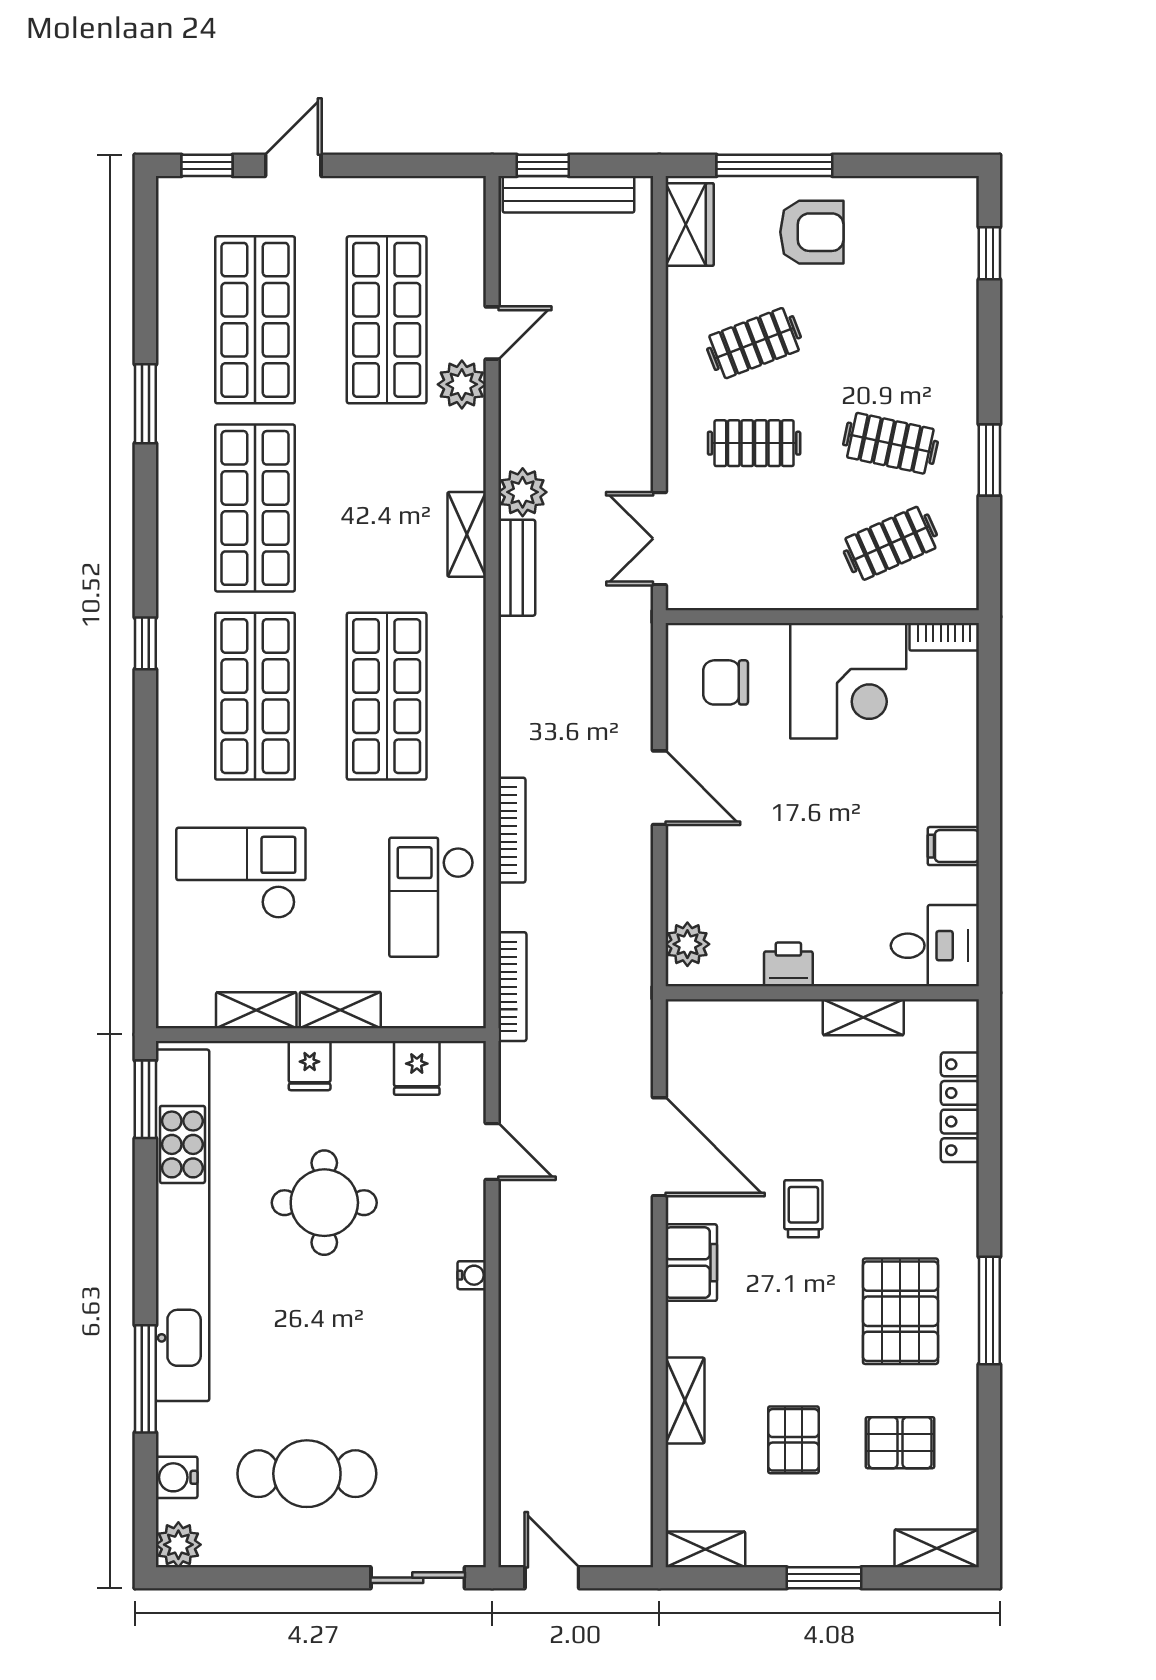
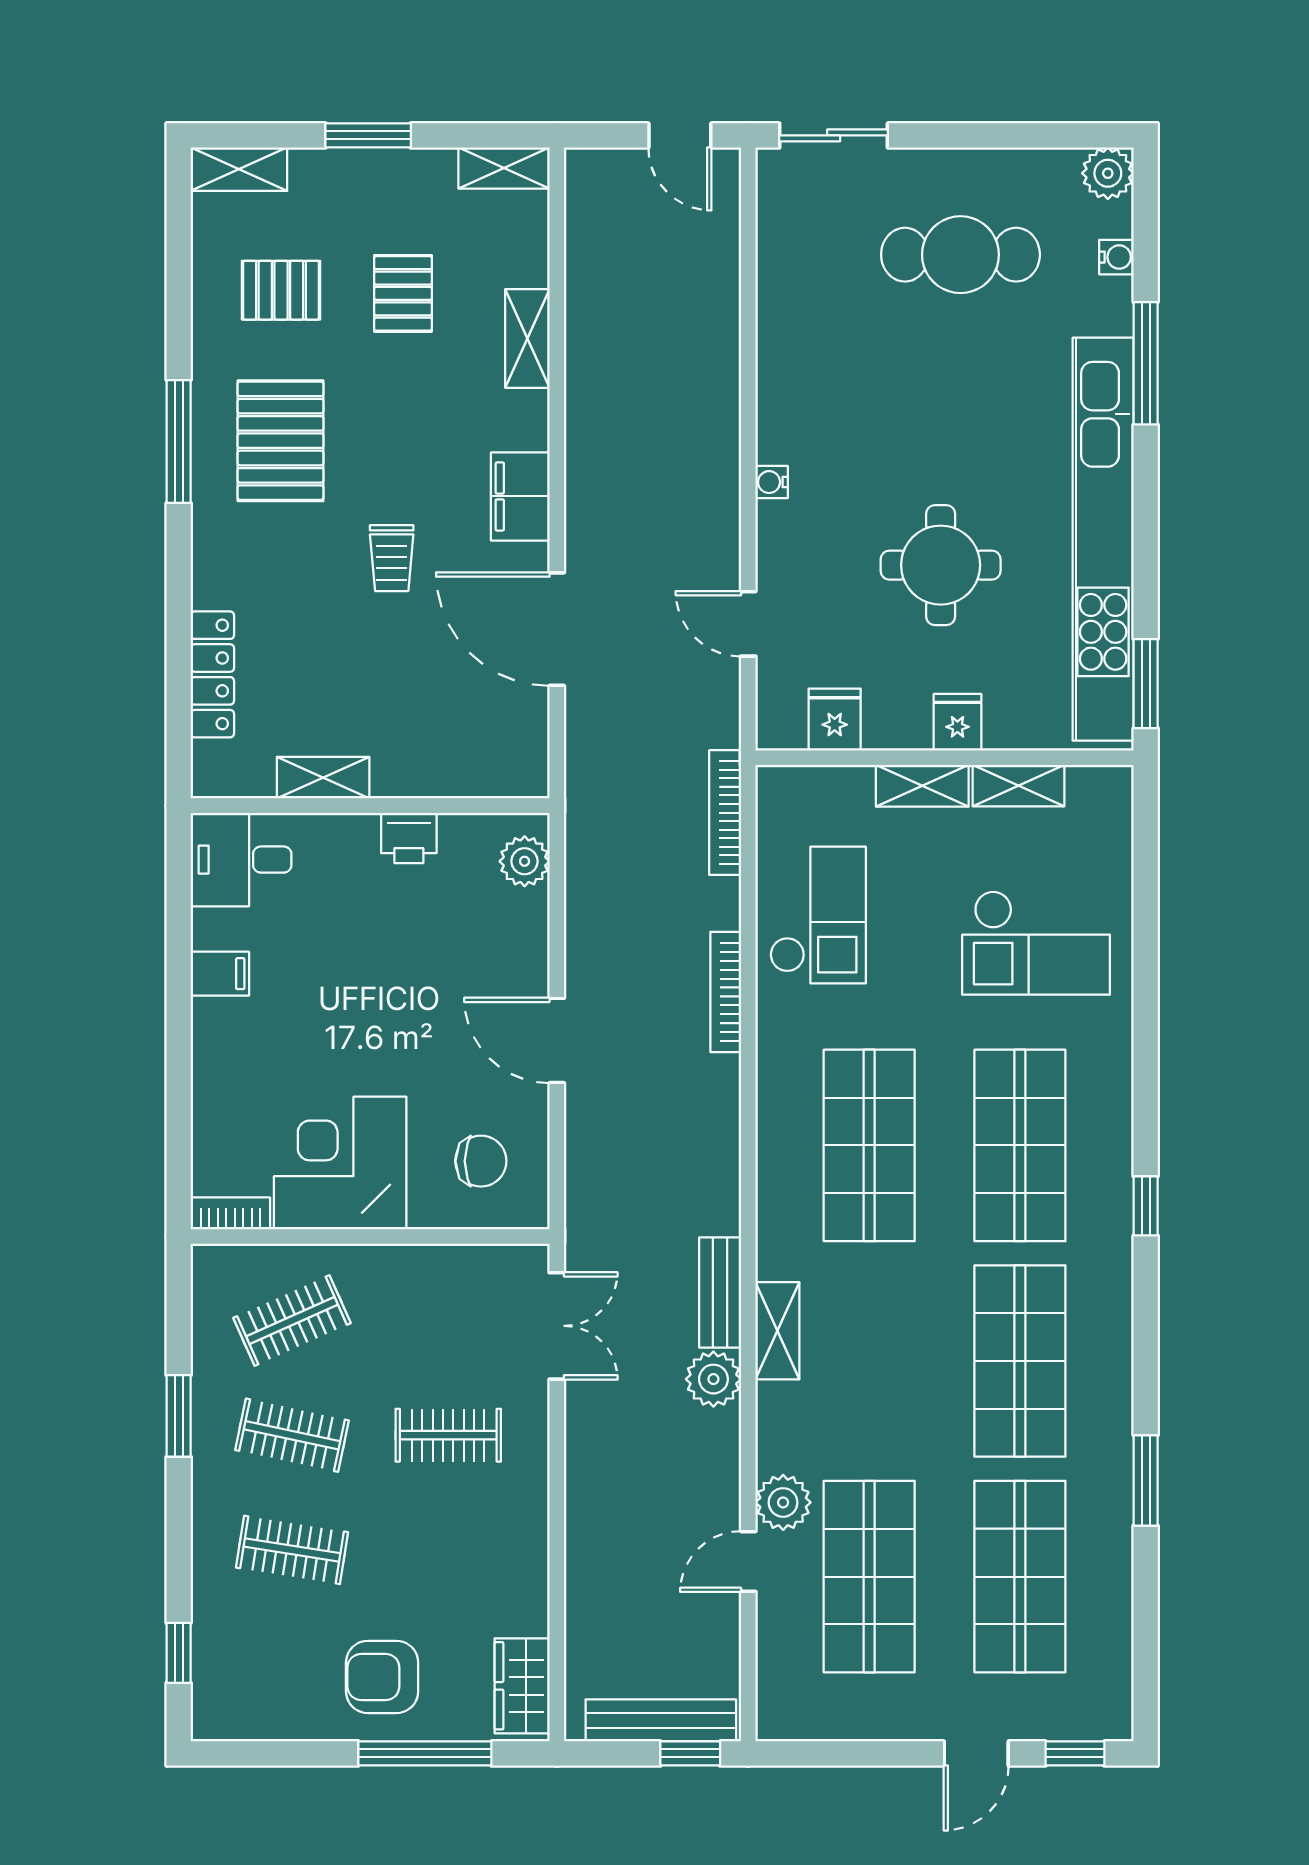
clothes rail: (754, 343) -> (292, 1550), moved, turned 30
water cooler: (177, 1477) -> (1116, 257), width x0.72, depth x0.72

